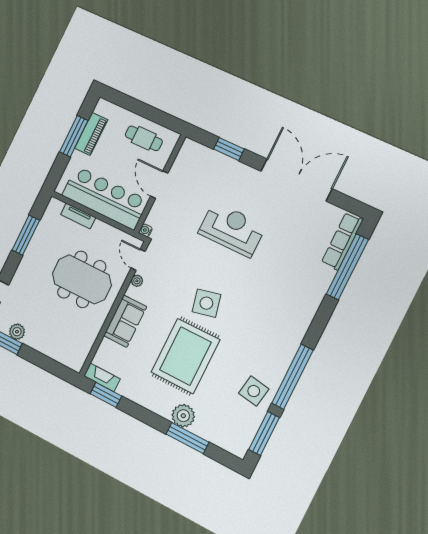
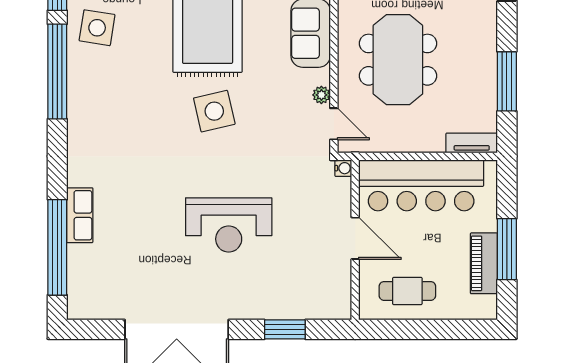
tv unit: (78, 216) -> (472, 143), moved
row of seats: (342, 241) -> (80, 215), moved, width x0.68
meeting table: (82, 279) -> (398, 60), turned 90

